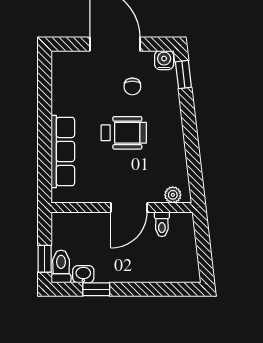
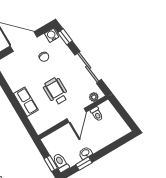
wheelchair: (124, 133) -> (56, 91), moved, turned -90
sliding door: (191, 143) -> (88, 67), added
row of seats: (63, 152) -> (26, 102), width x0.68
washbasin: (83, 274) -> (85, 153), moved

